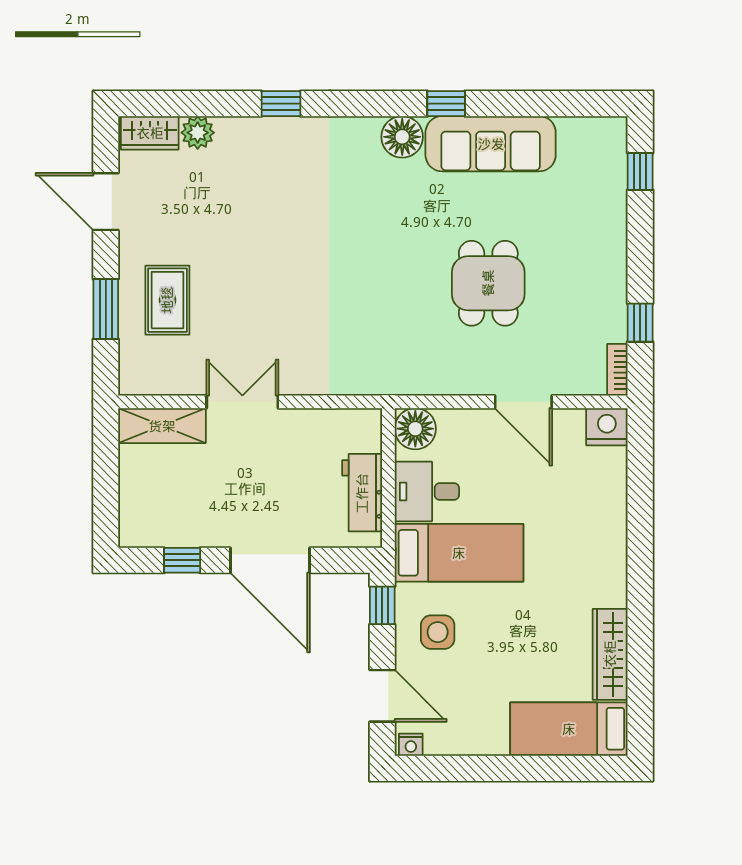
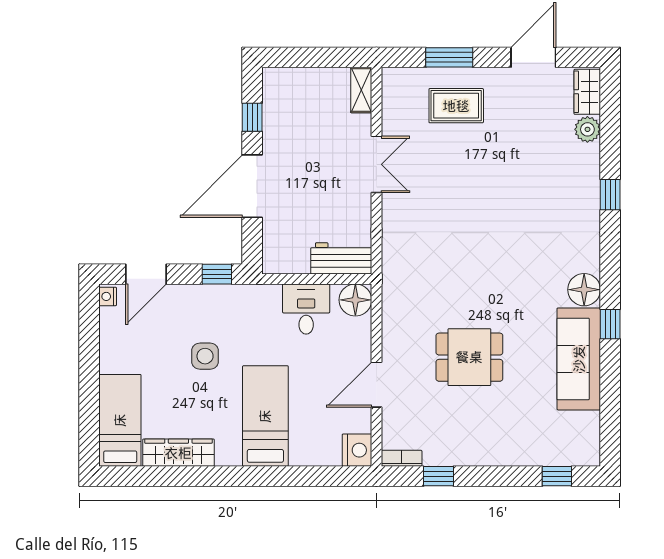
shelving: (162, 426) -> (361, 90), width x0.67, depth x0.75
workbench: (362, 493) -> (341, 258), moved
bed: (459, 553) -> (265, 416), moved, turned 180
side table: (438, 632) -> (205, 356), moved

